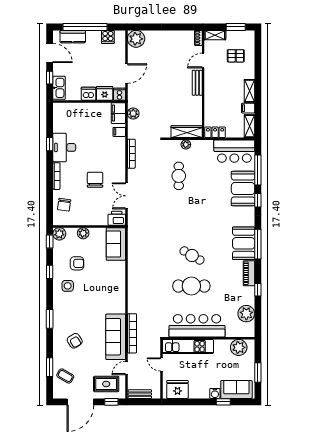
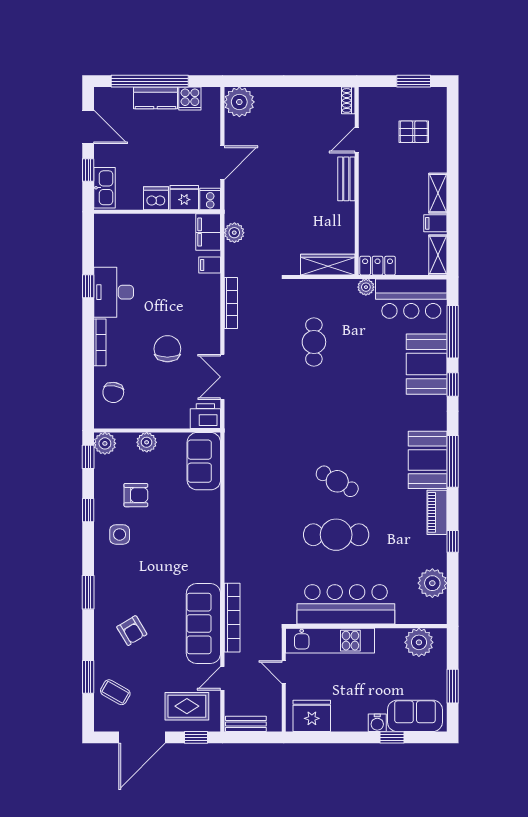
shelving: (215, 35) -> (377, 95), removed
kitchen counter: (73, 37) -> (156, 98), moved
plant: (186, 145) -> (366, 287), moved

